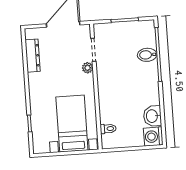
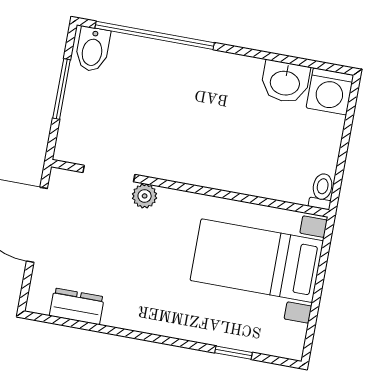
bidet: (147, 55) -> (93, 49), moved
dresser: (33, 56) -> (77, 306), width x0.70
toilet: (108, 129) -> (322, 191), moved

